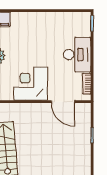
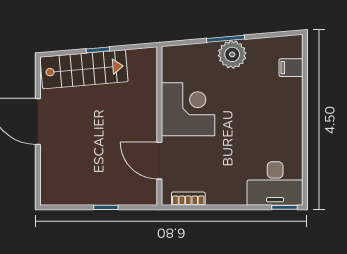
desk: (77, 55) -> (275, 183), moved
door: (63, 102) -> (159, 161), hinge flipped

